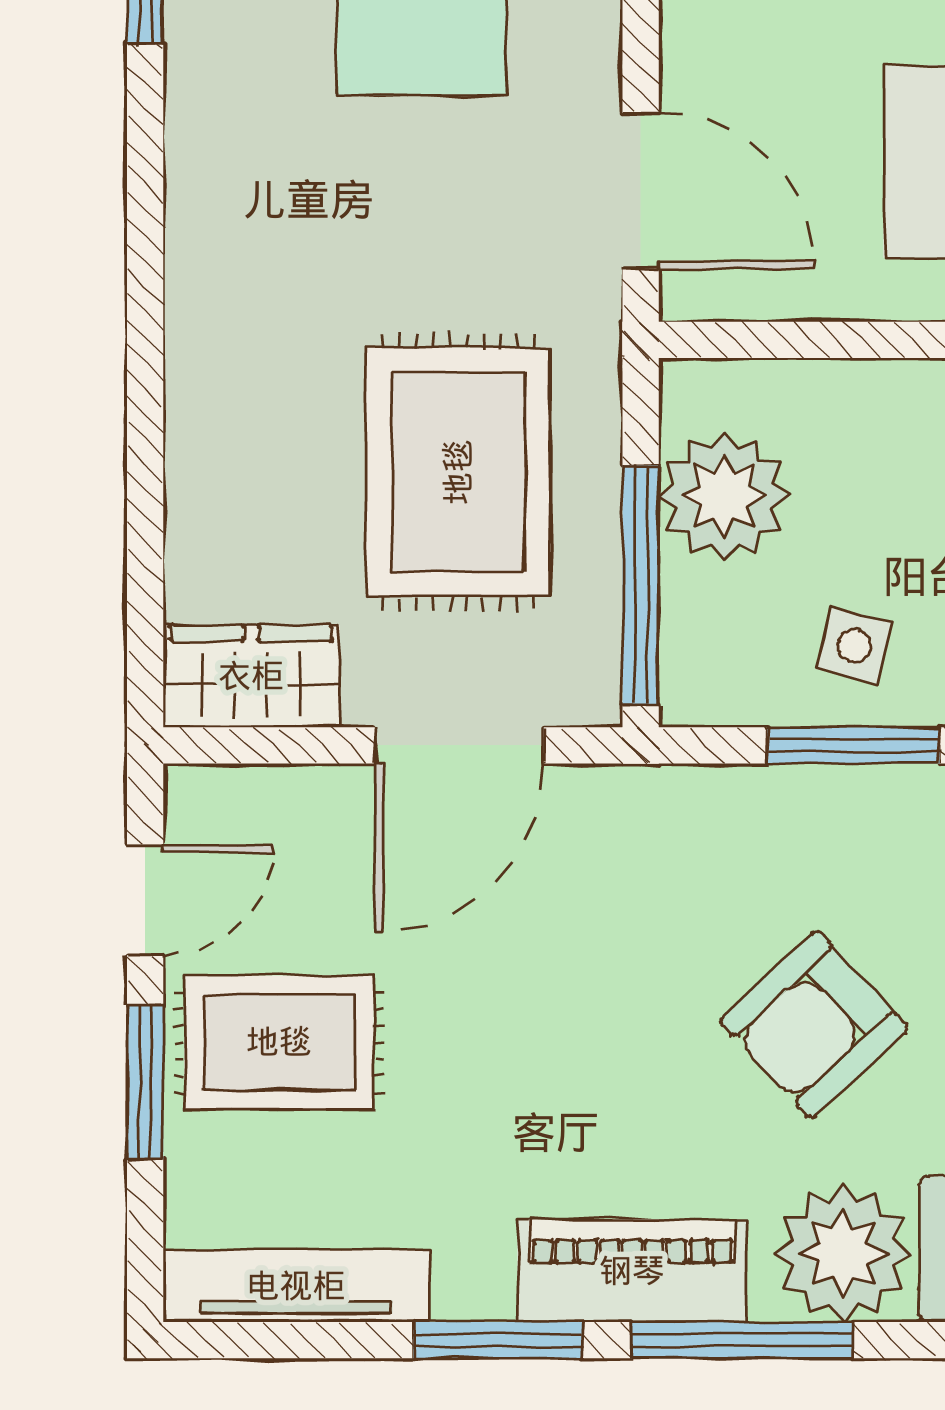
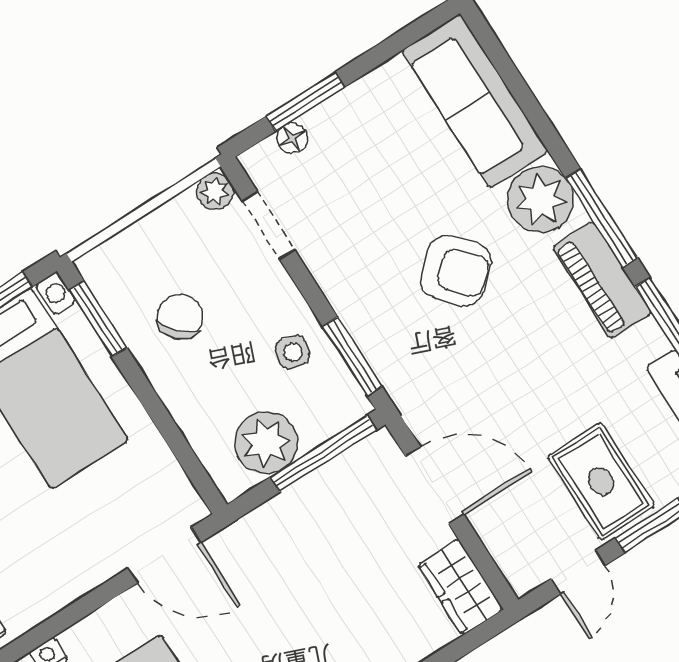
door: (641, 191) -> (164, 555), swing flipped
rug: (458, 472) -> (325, 556), removed
window: (854, 745) -> (352, 356), moved
door: (145, 900) -> (578, 572), swing flipped

